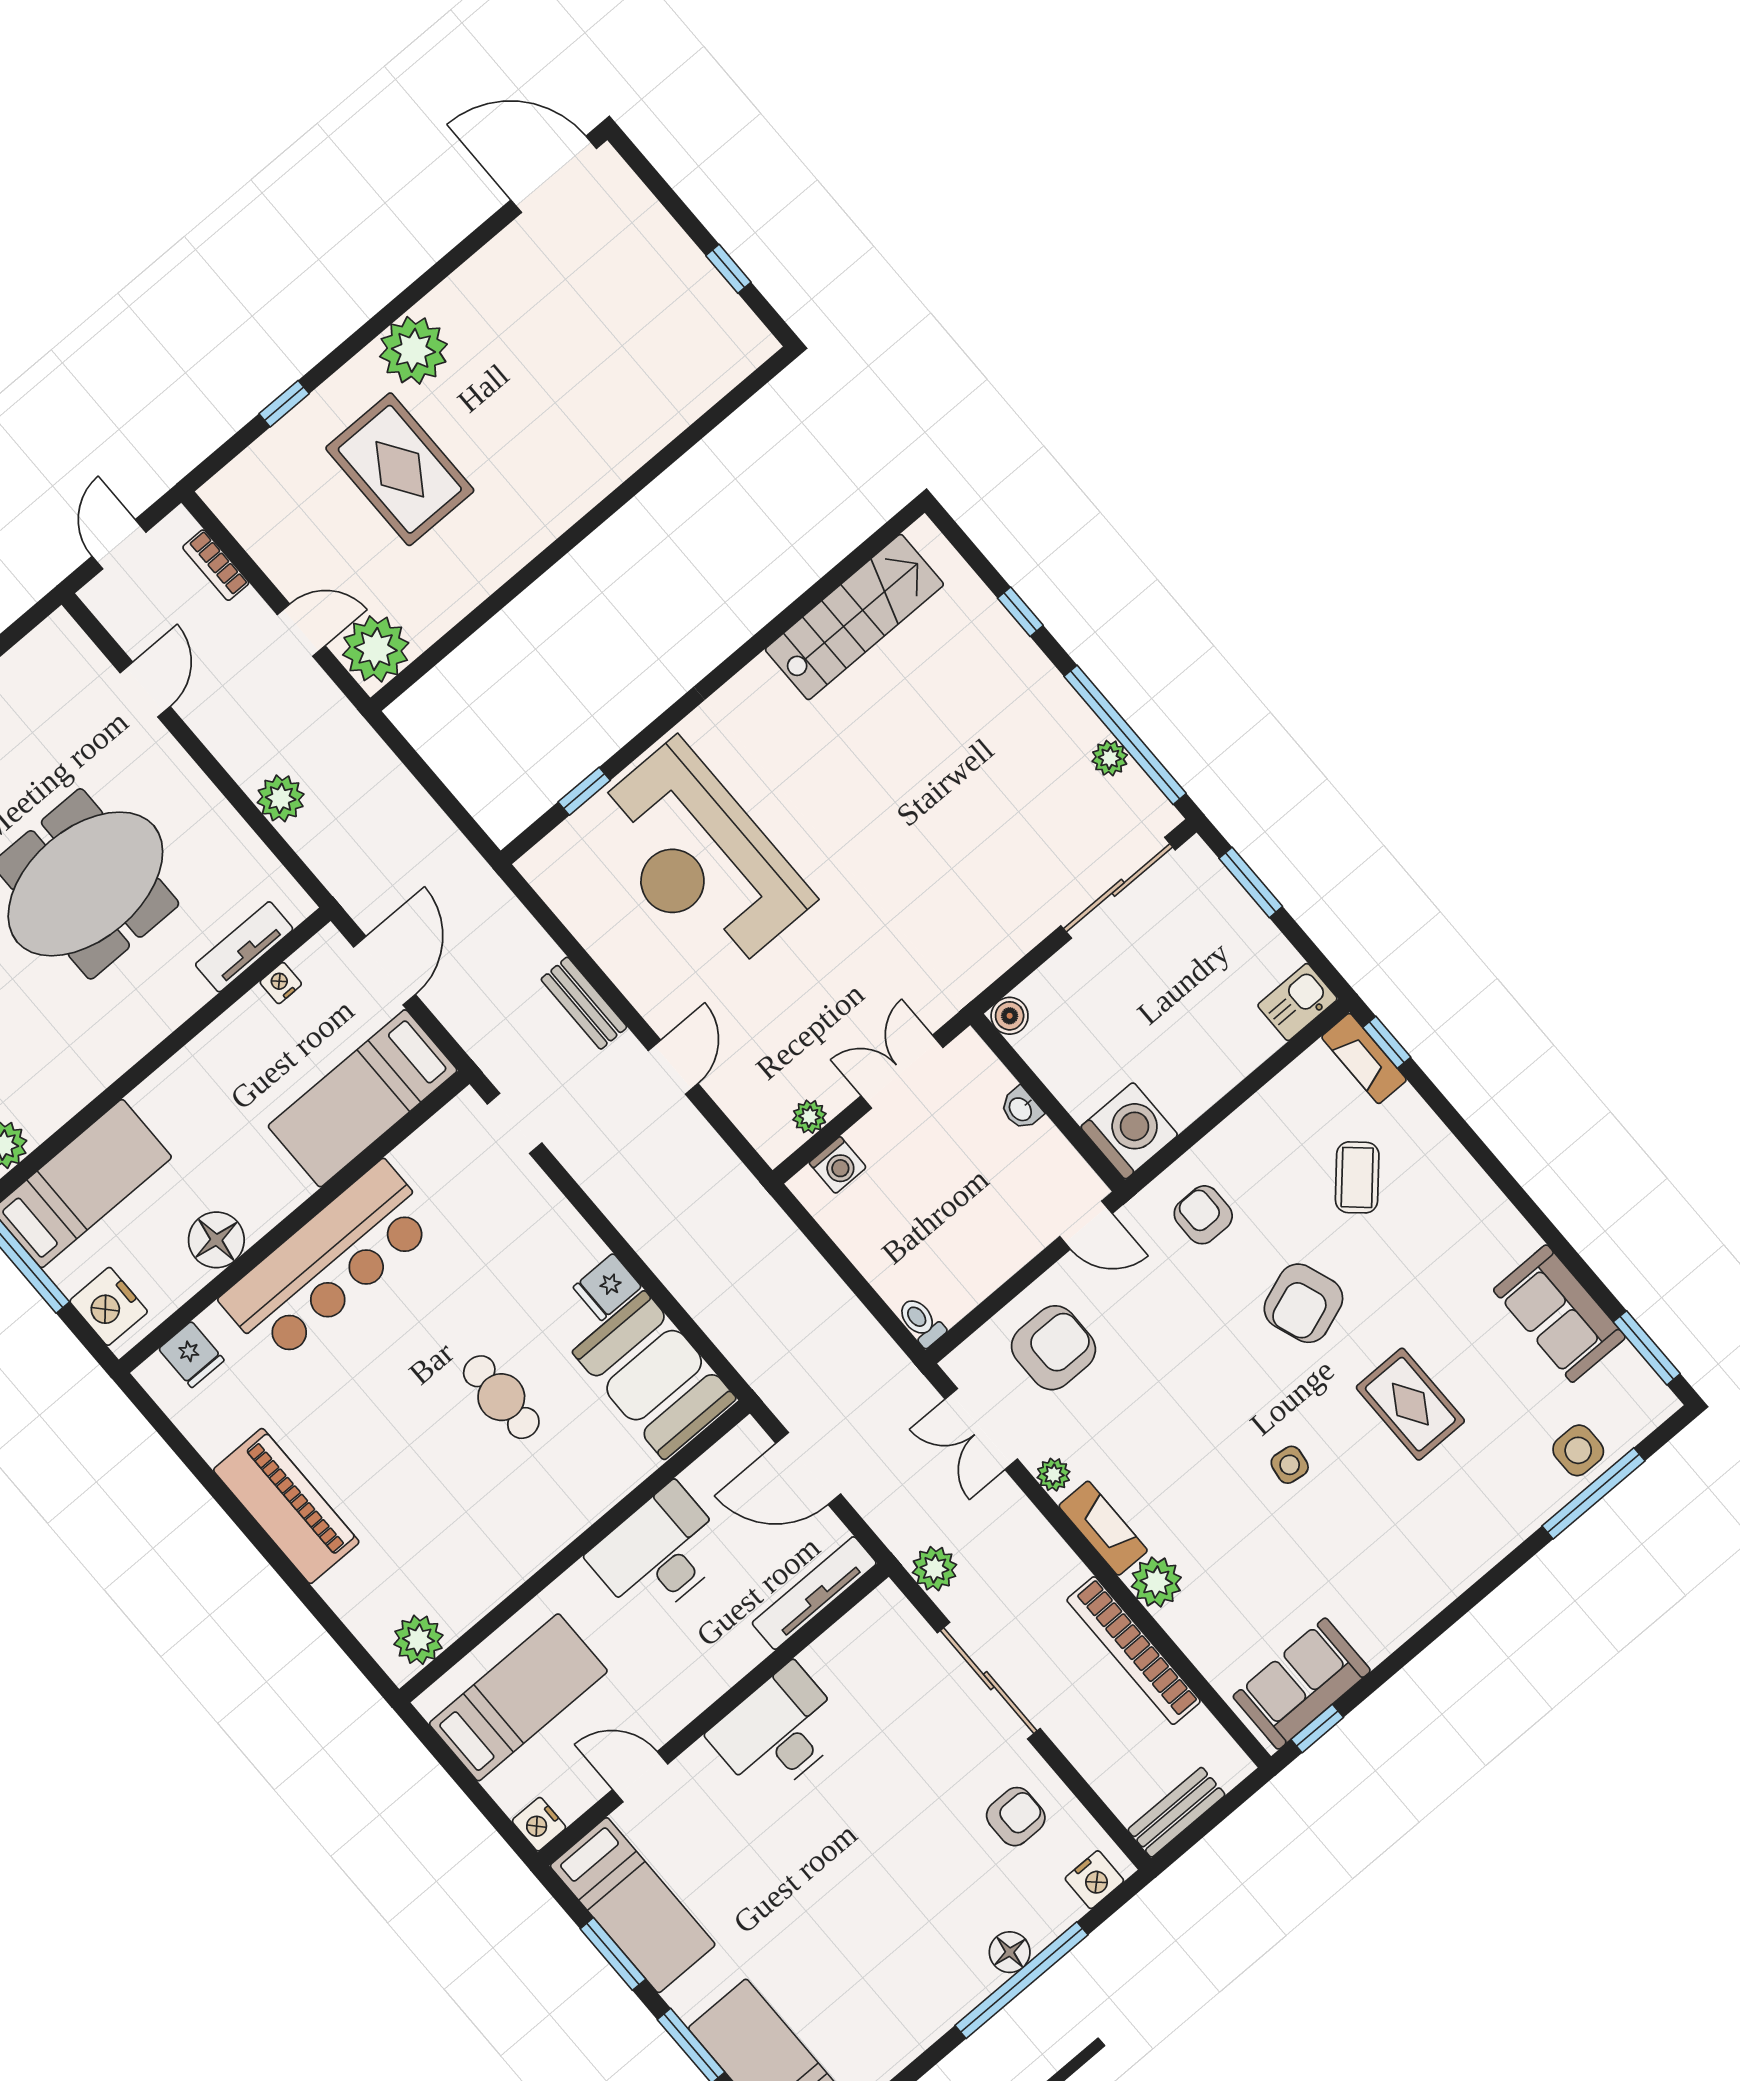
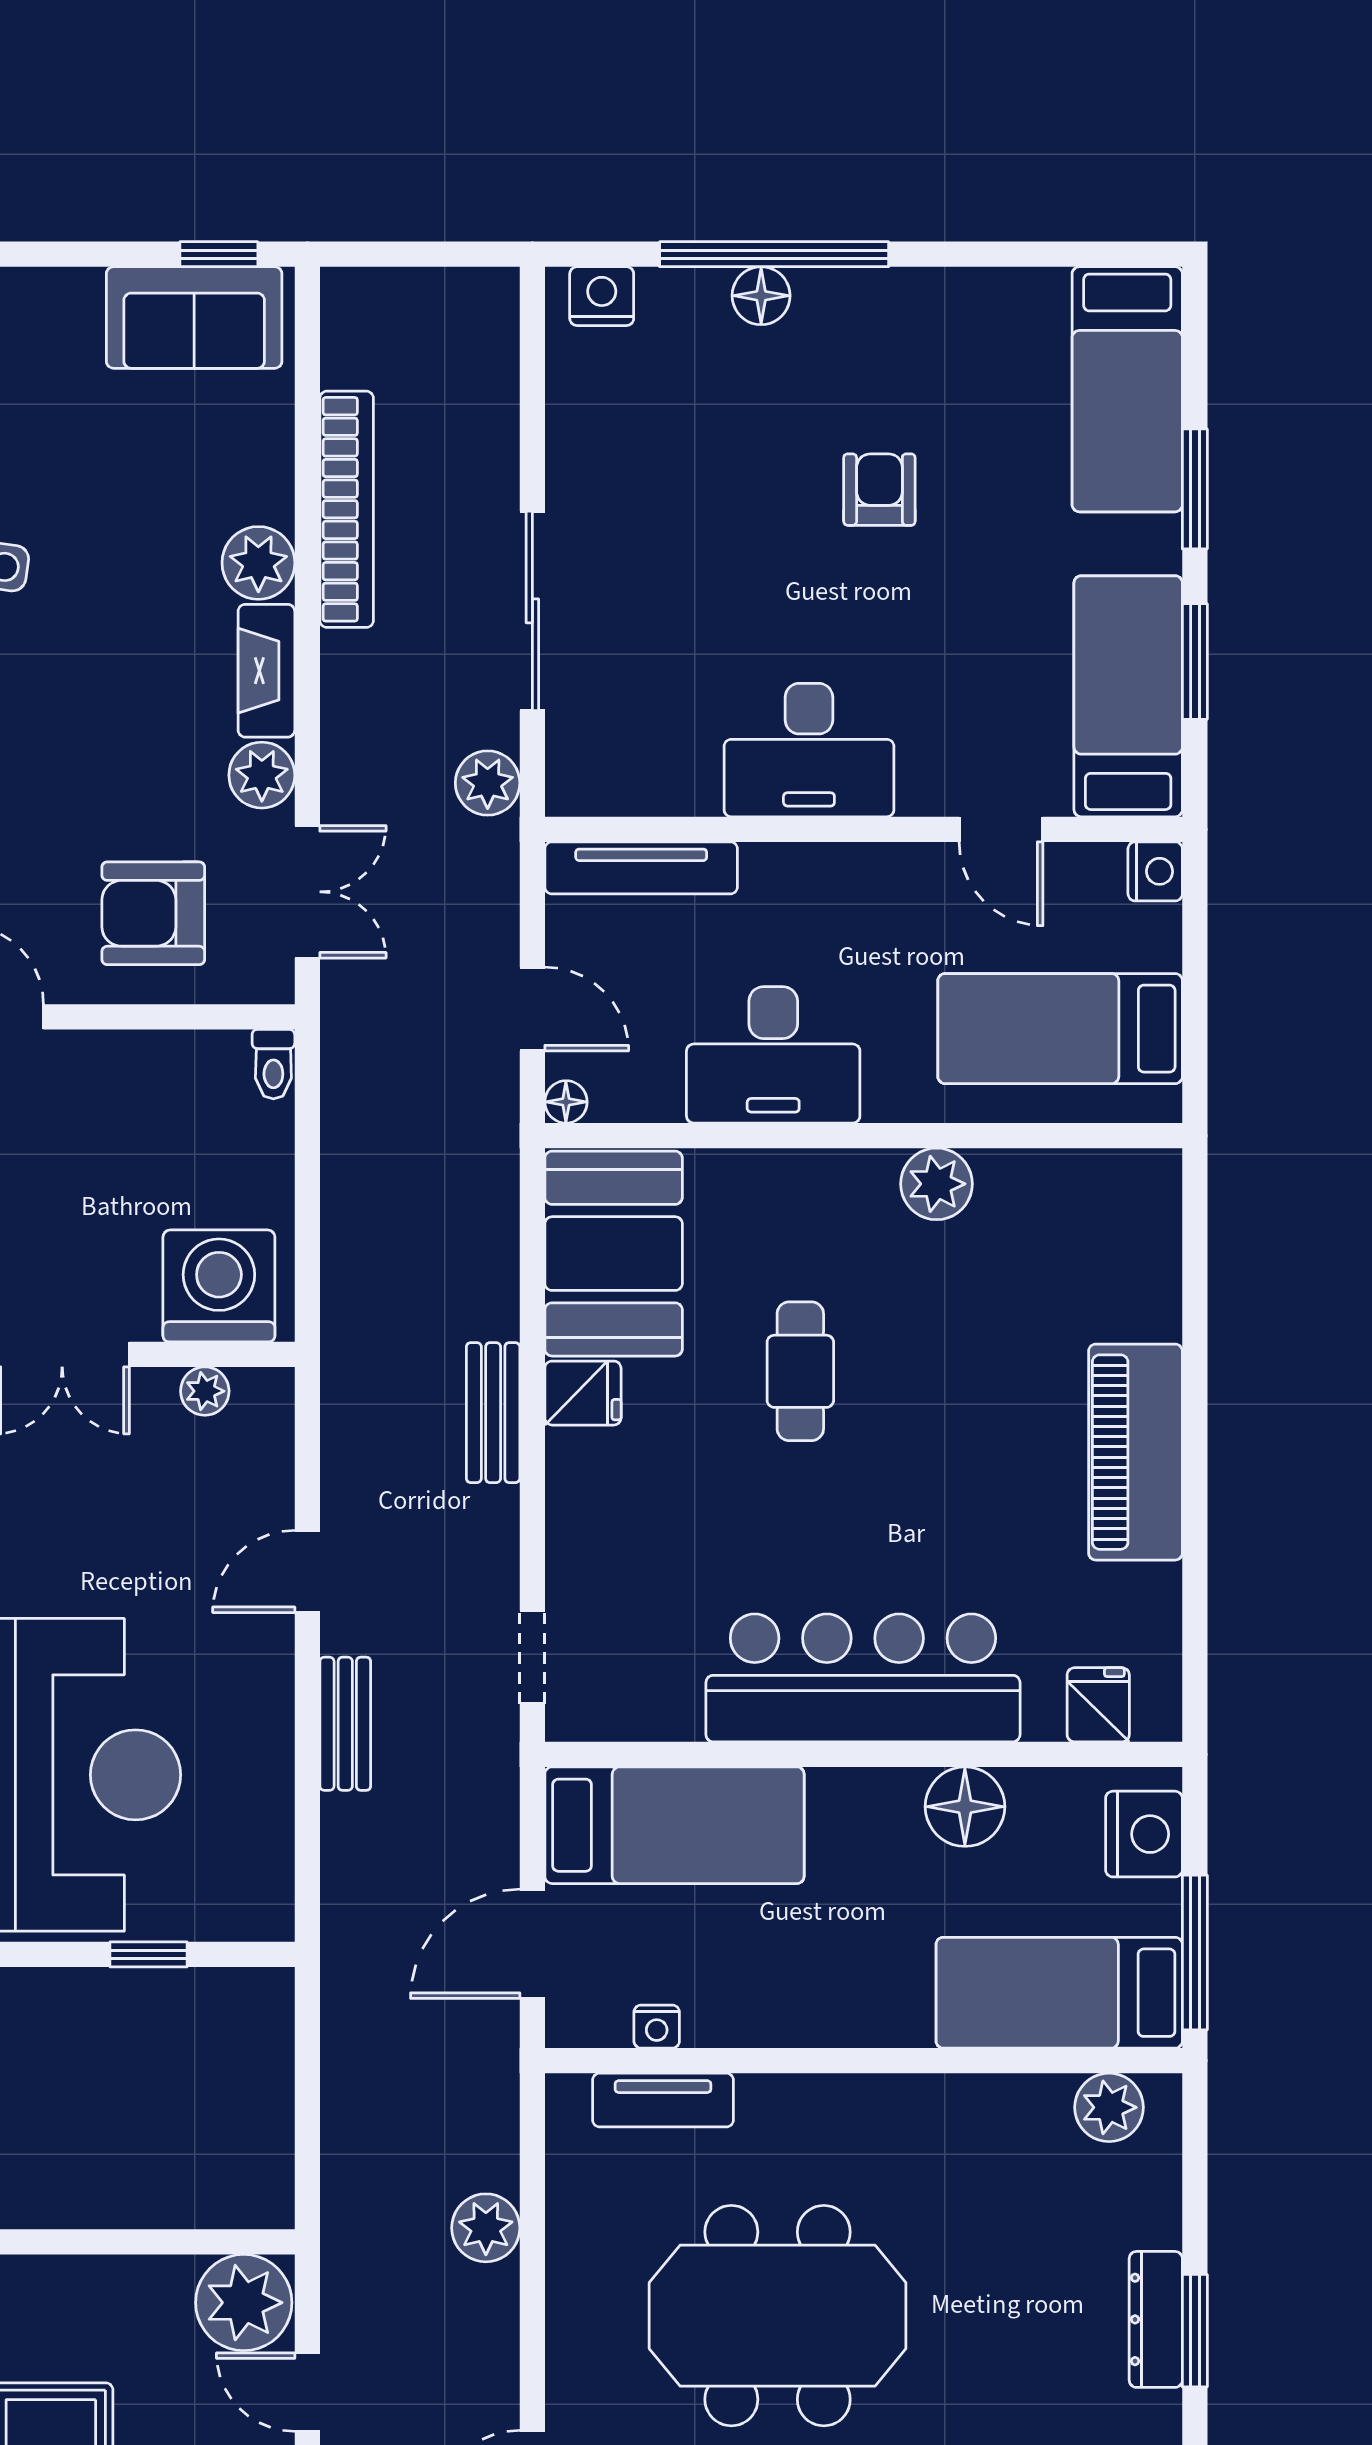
washing machine: (838, 1165) -> (219, 1286), width x1.89, depth x1.89
floor lamp: (748, 1434) -> (566, 1102), added
door: (808, 1469) -> (532, 1009), width x0.73
plant: (1054, 1475) -> (262, 775), width x1.38, depth x1.38
plant: (418, 1640) -> (937, 1184), moved
bench: (1176, 1812) -> (493, 1413), moved, turned 90
armchair: (1016, 1817) -> (879, 490), moved, turned 90

